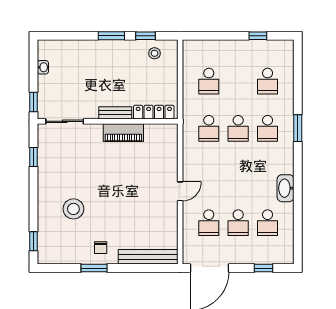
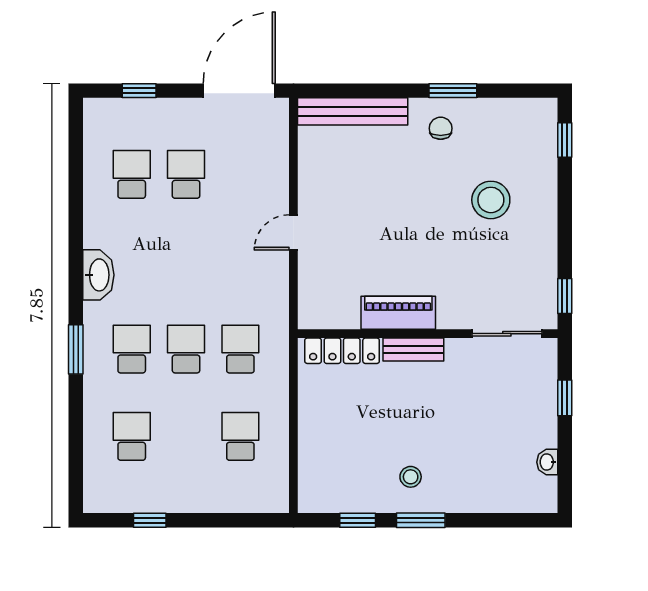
stool: (155, 53) -> (411, 477), moved
locker: (154, 112) -> (342, 351), moved
bench: (115, 113) -> (413, 349), moved
sliding door: (65, 121) -> (507, 334), moved
wall: (108, 121) -> (428, 334), moved
piano: (123, 133) -> (398, 313), moved
washbasin: (286, 188) -> (98, 275), moved
school desk: (209, 223) -> (240, 174), removed

